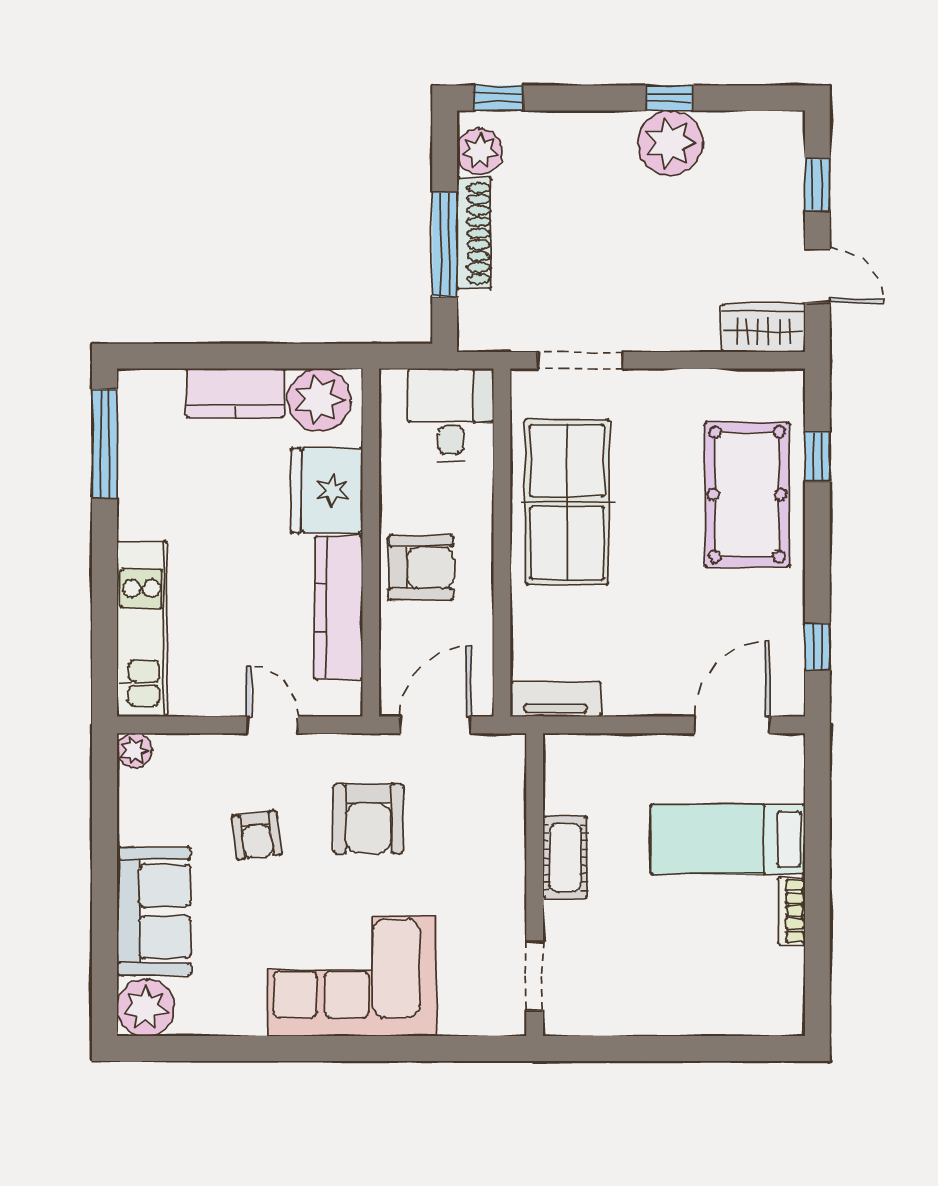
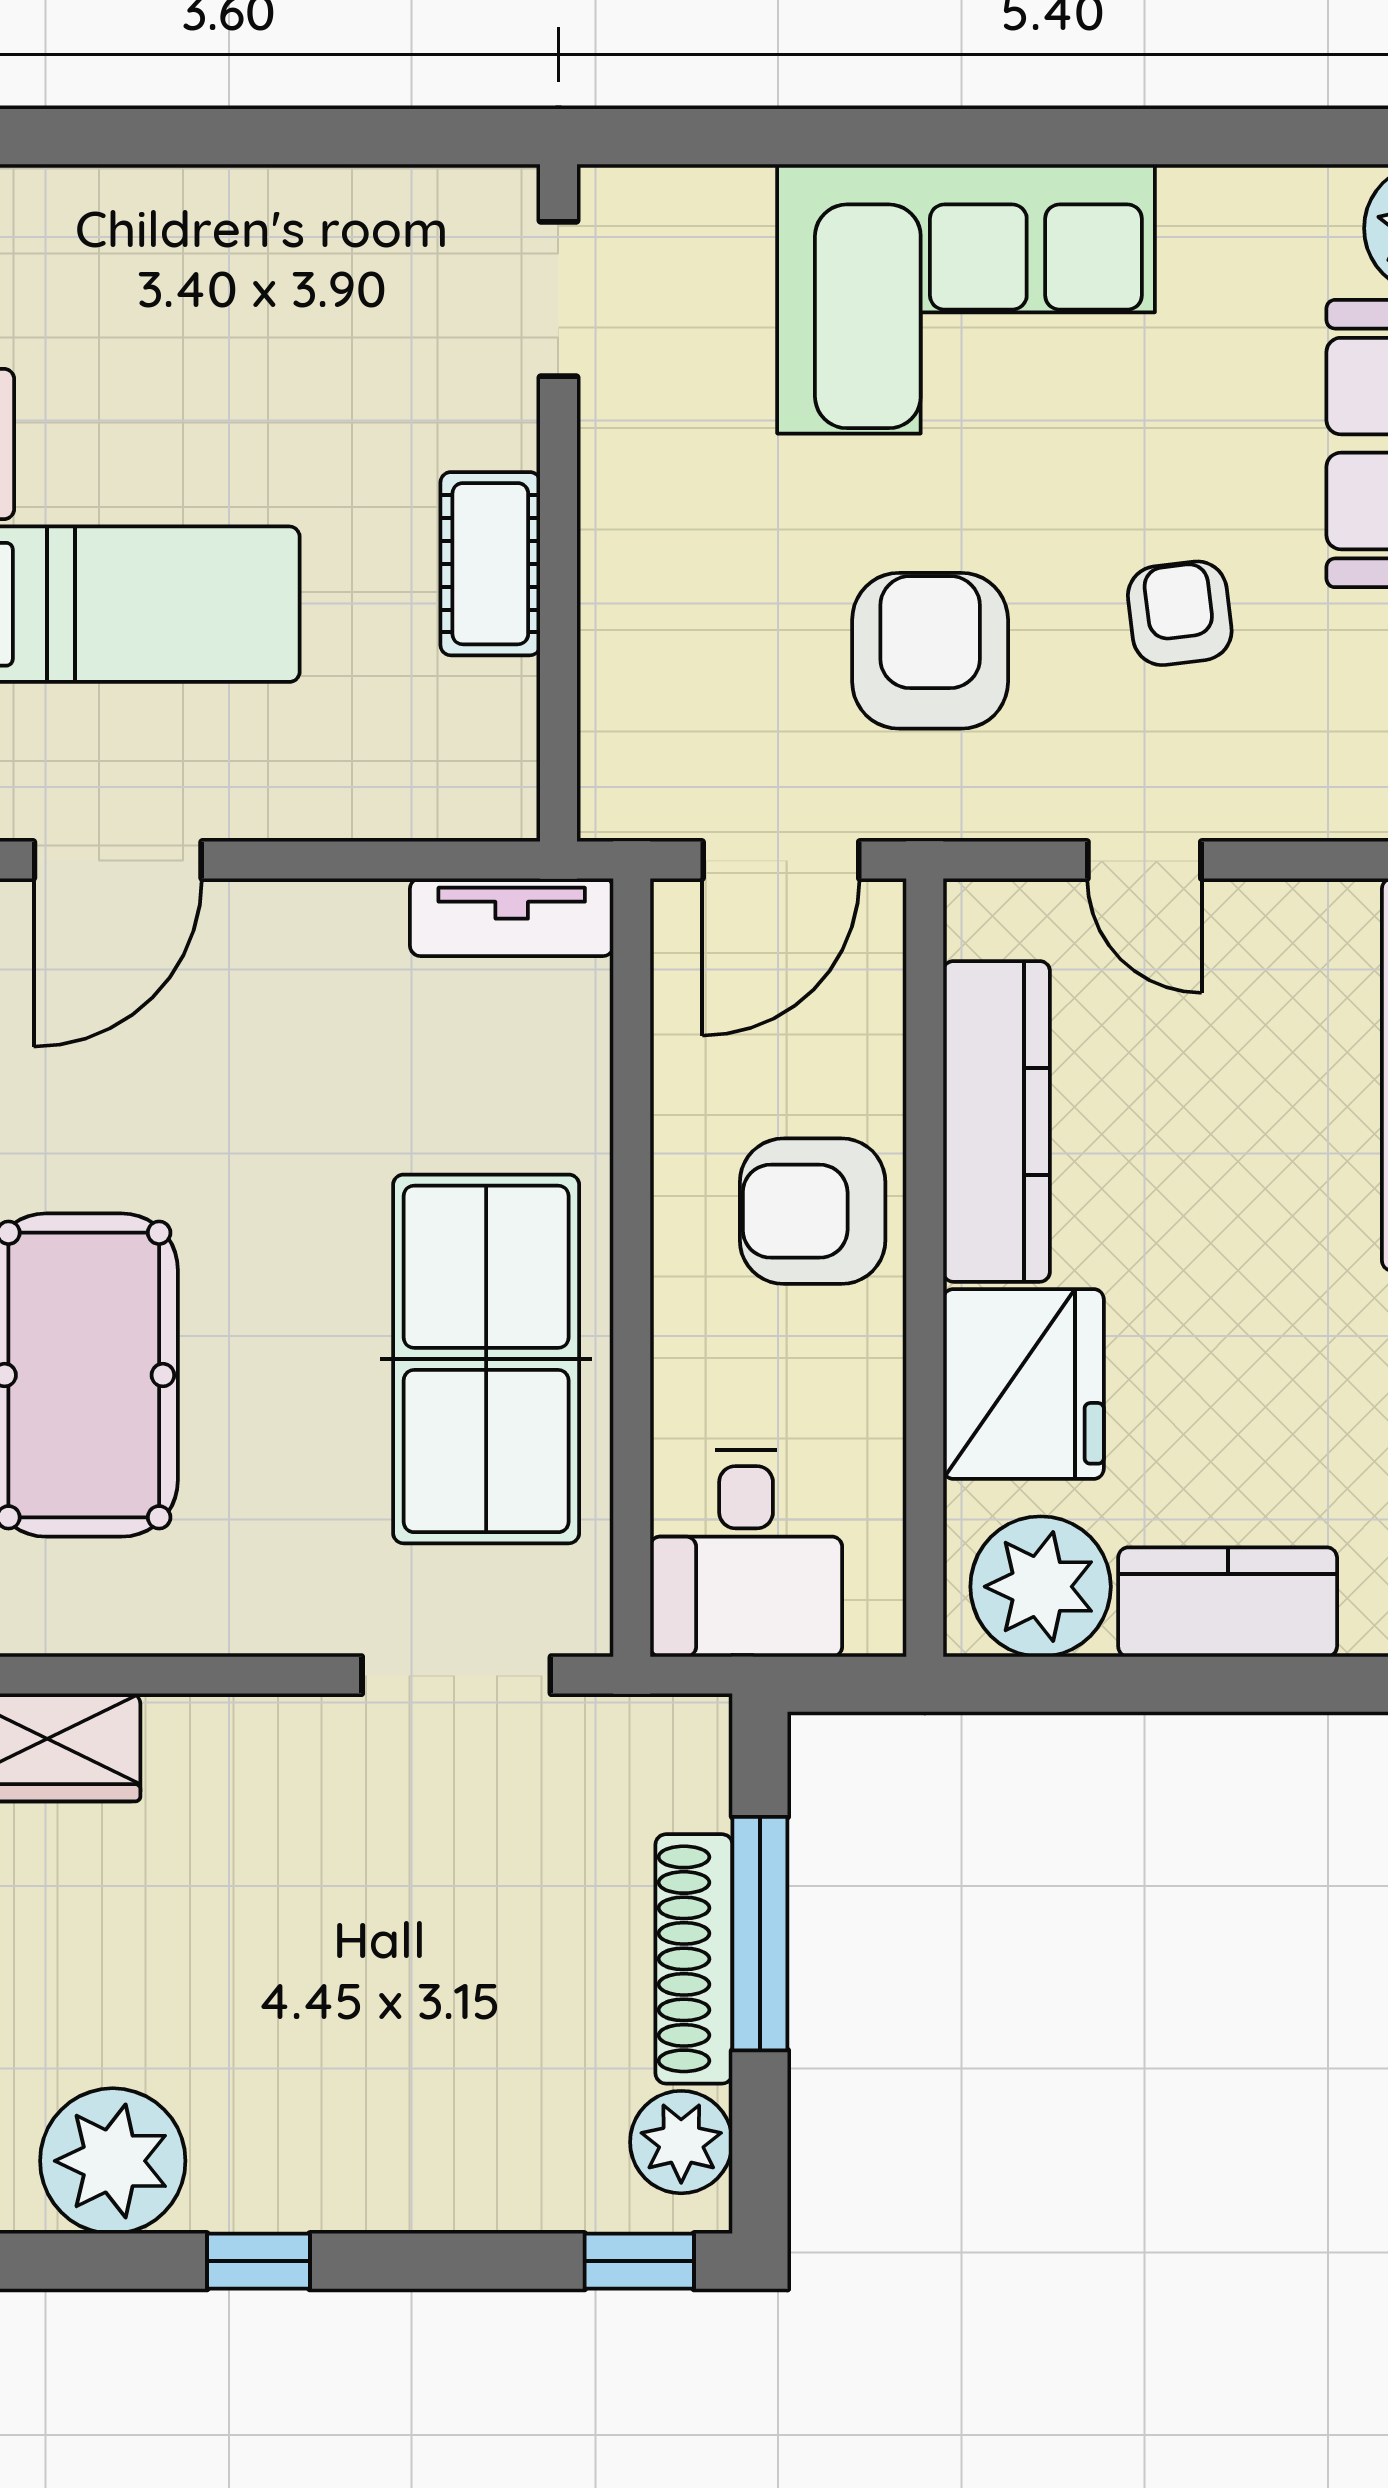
plant: (670, 143) -> (113, 2161), moved

